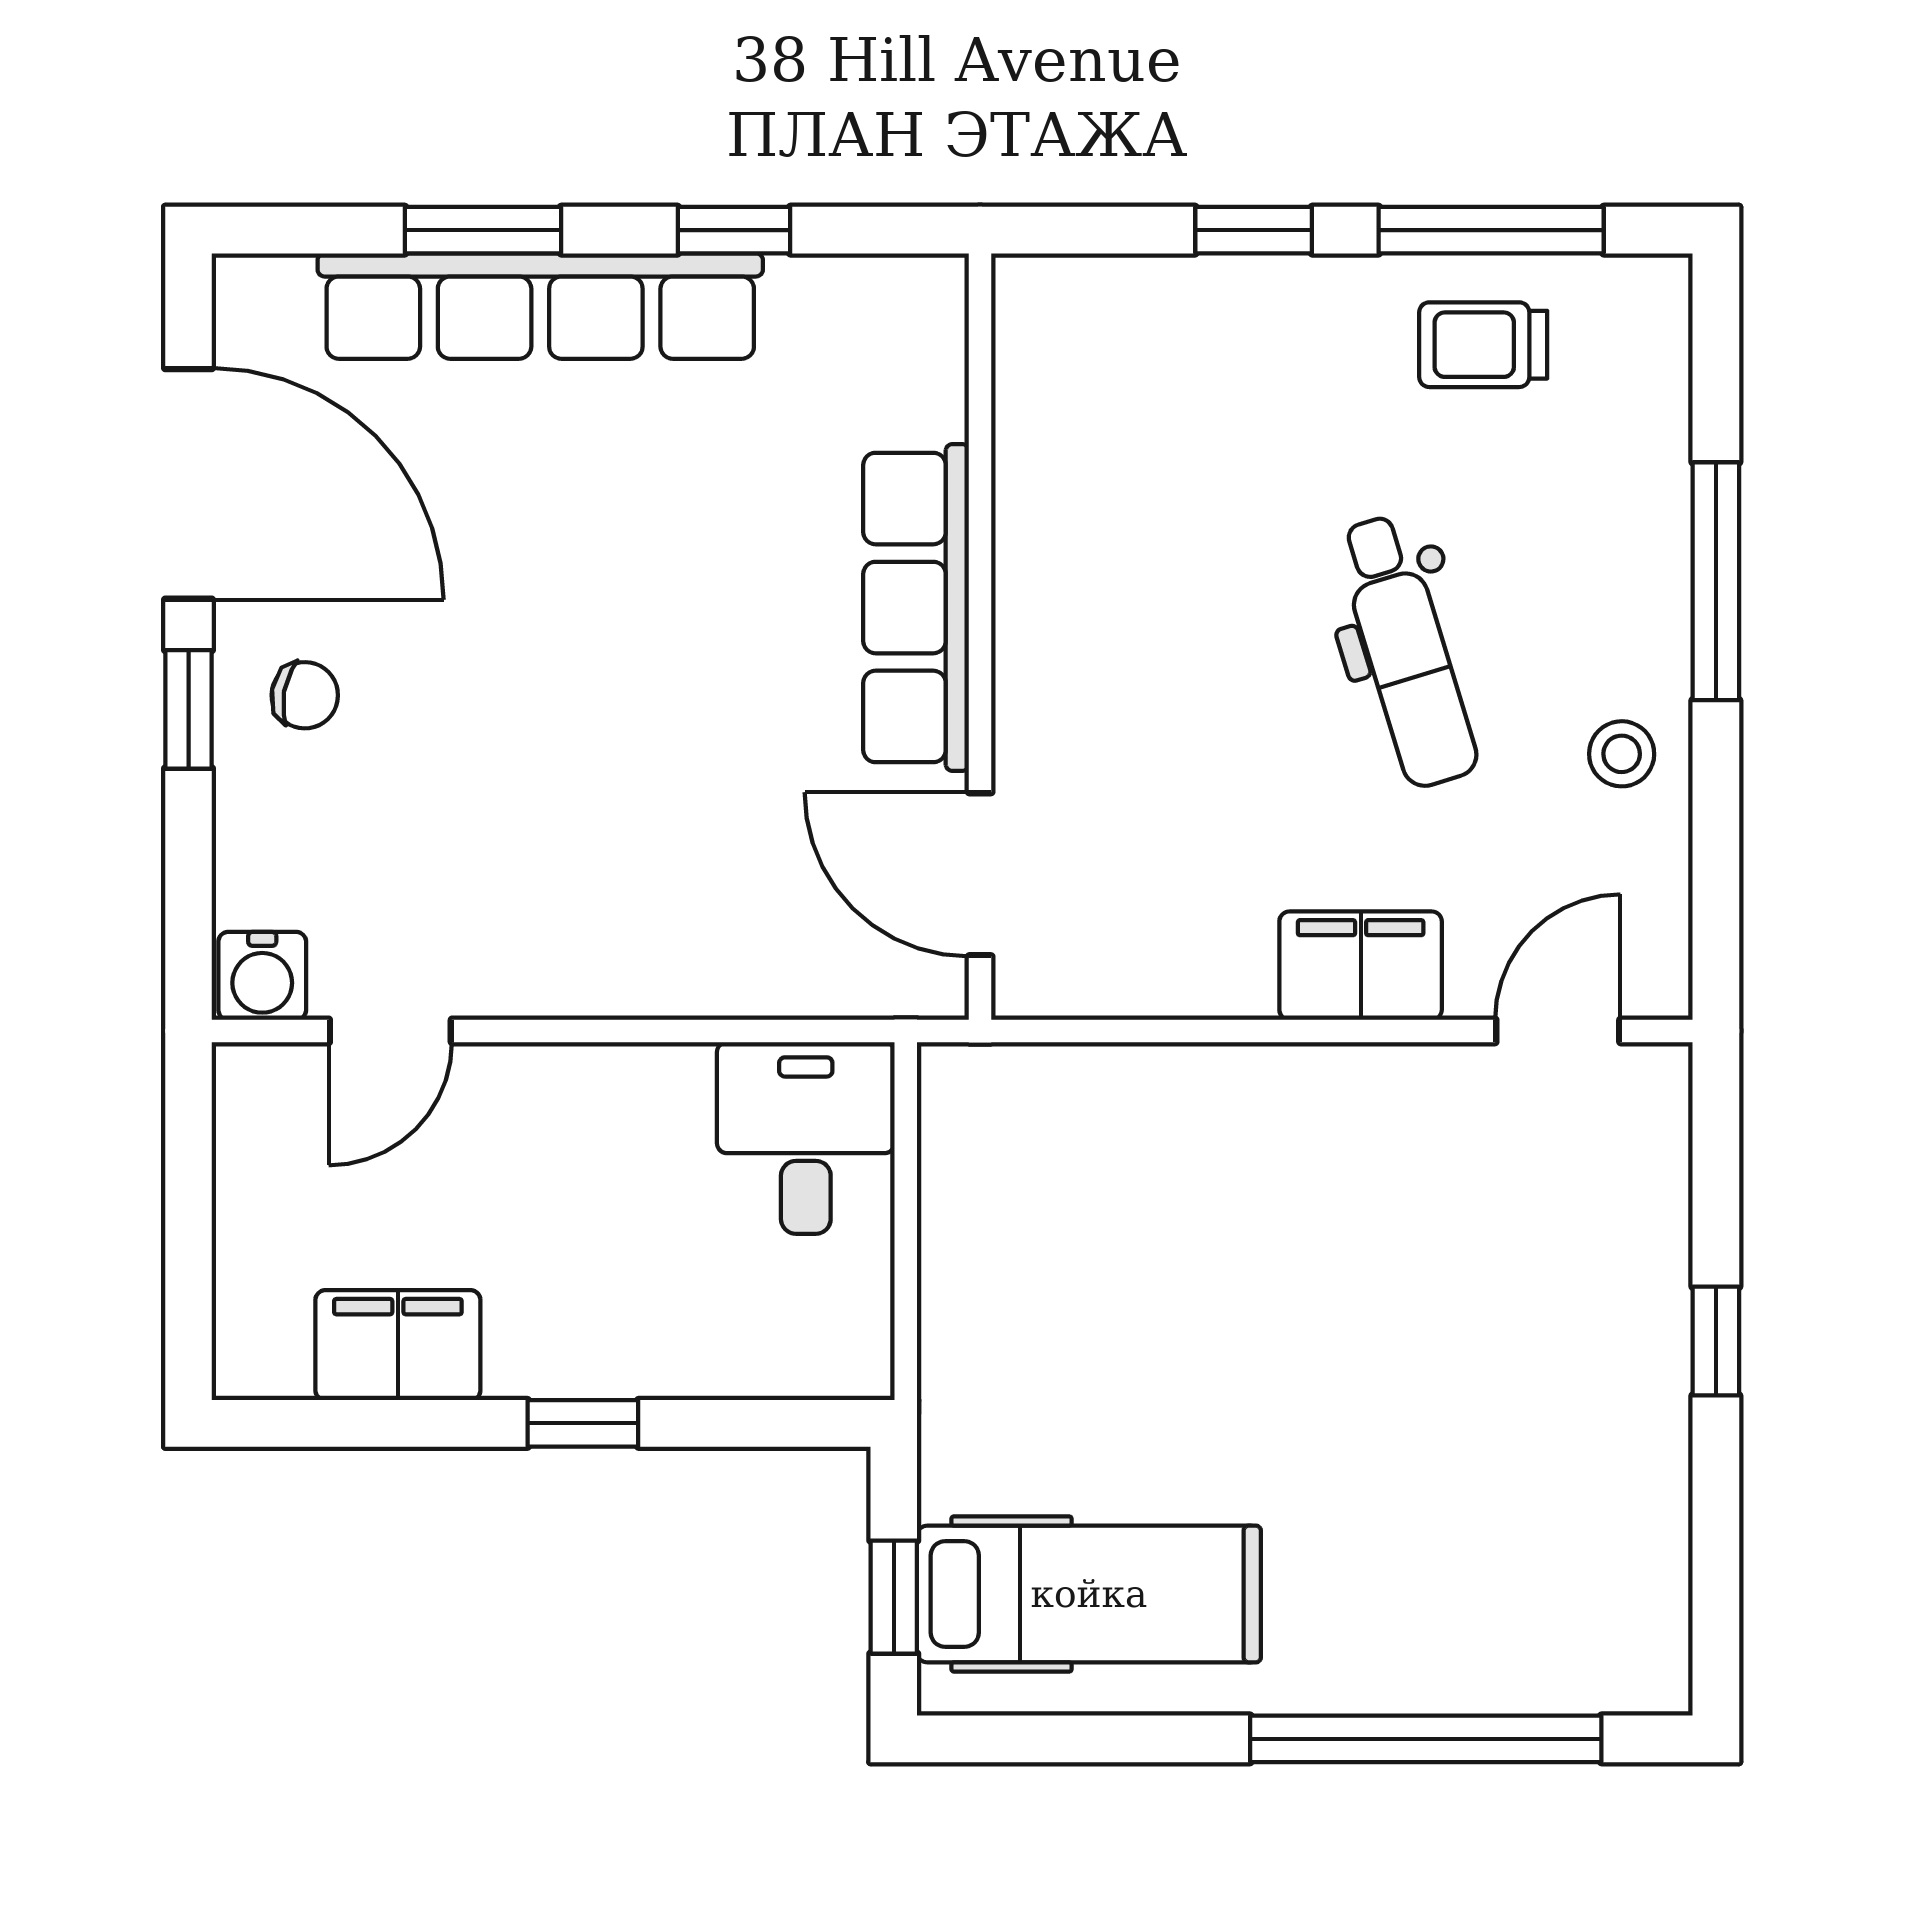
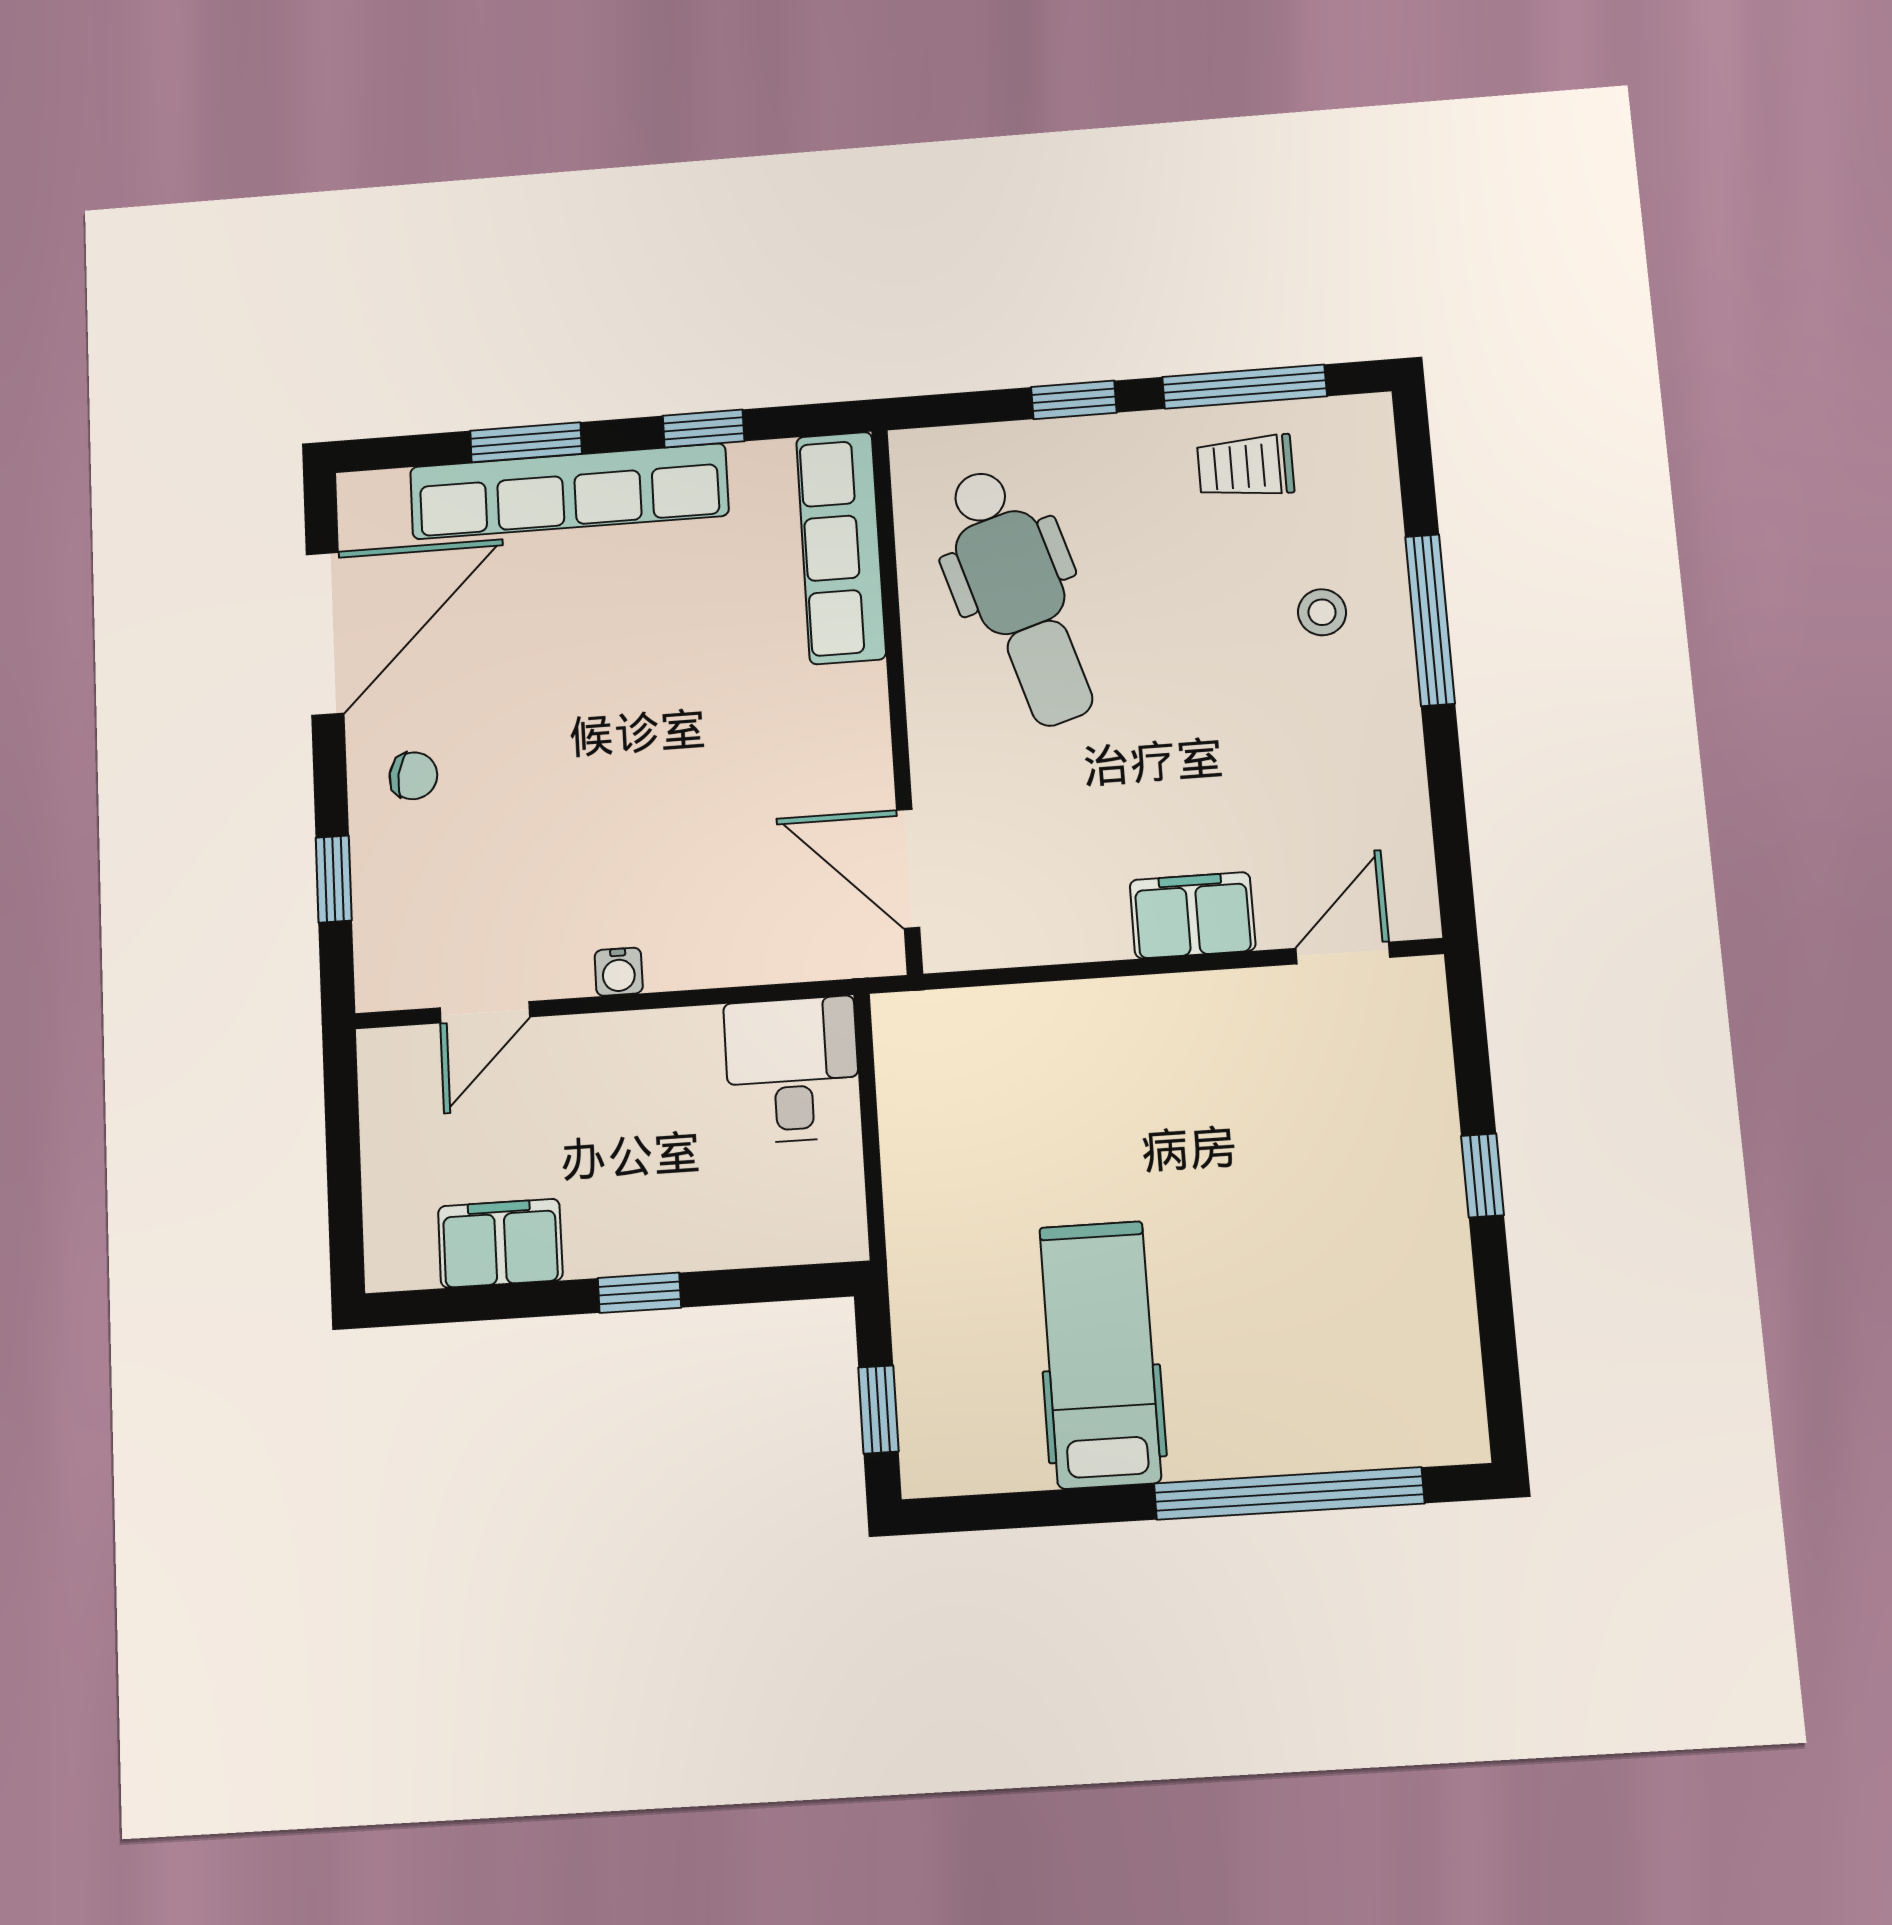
door: (189, 484) -> (325, 633), hinge flipped
row of seats: (916, 608) -> (841, 548), moved
dental chair: (1407, 651) -> (1020, 597), moved, width x1.36, depth x1.38
window: (189, 709) -> (334, 879), moved
stool: (1622, 754) -> (1322, 612), moved
water cooler: (262, 976) -> (619, 972), moved, width x0.72, depth x0.72
hospital bed: (1089, 1594) -> (1100, 1355), moved, turned -90

